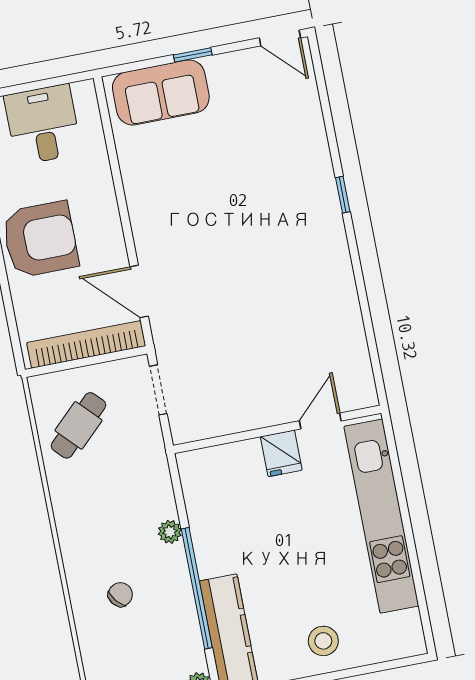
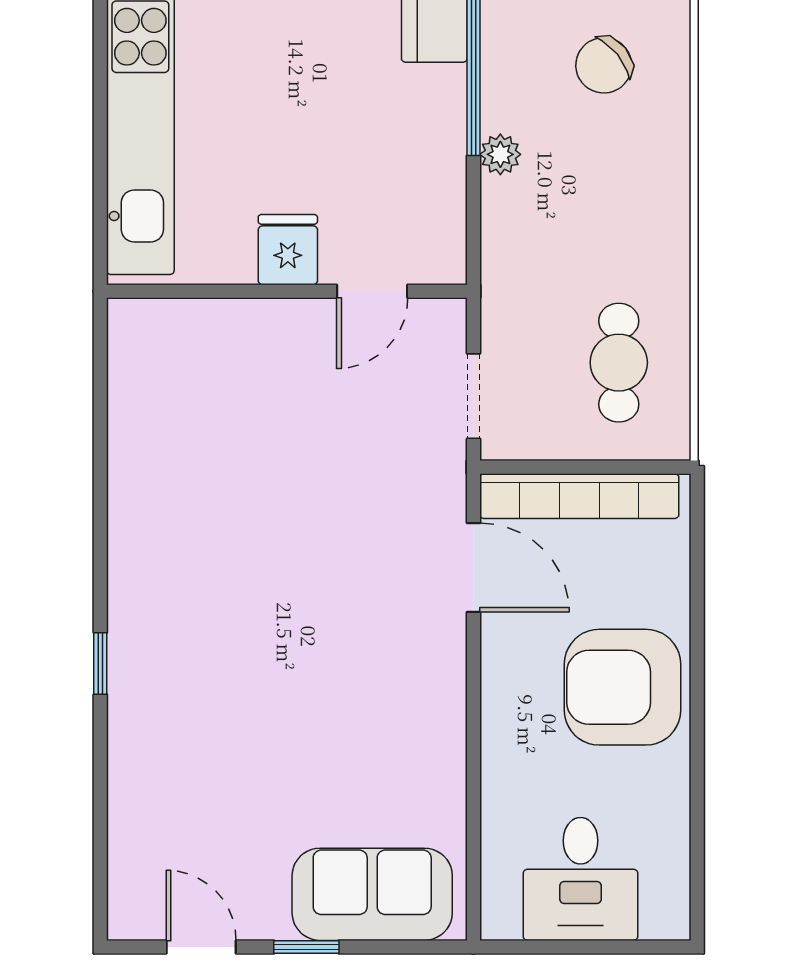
door: (280, 38) -> (201, 947), moved
door: (320, 421) -> (372, 291), moved
cafe table: (79, 425) -> (619, 363), turned -46
chair: (120, 595) -> (604, 65), width x1.37, depth x1.37

